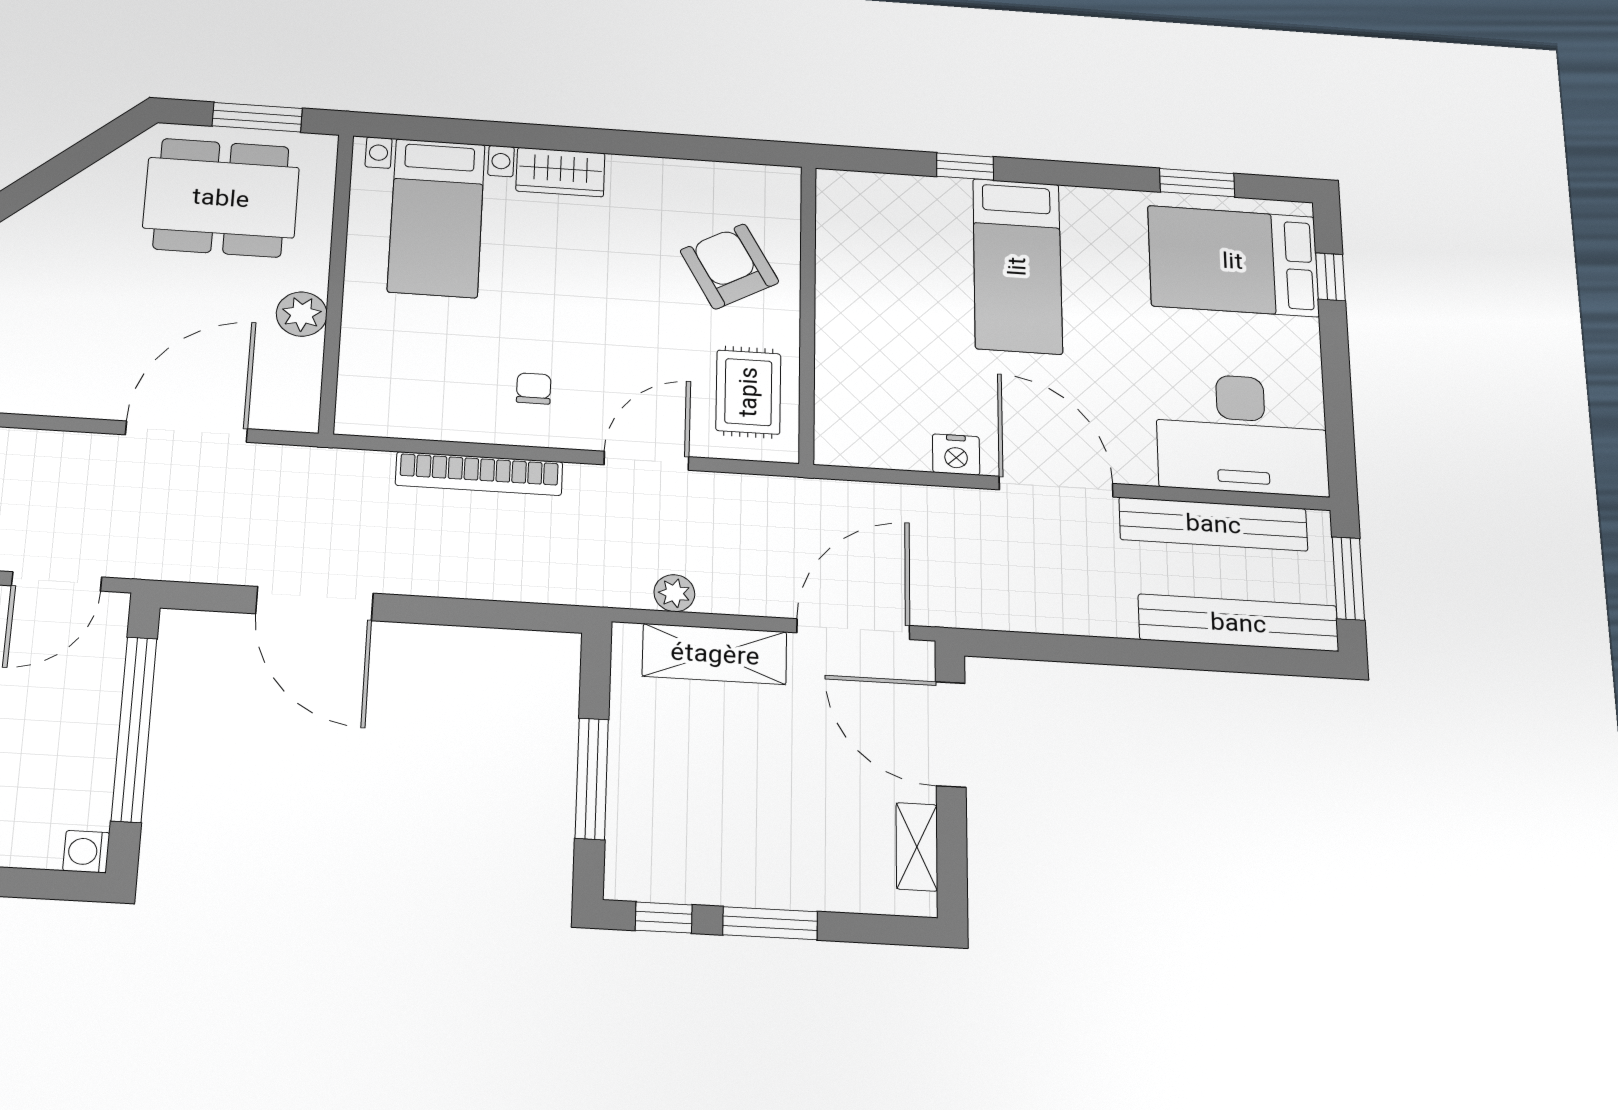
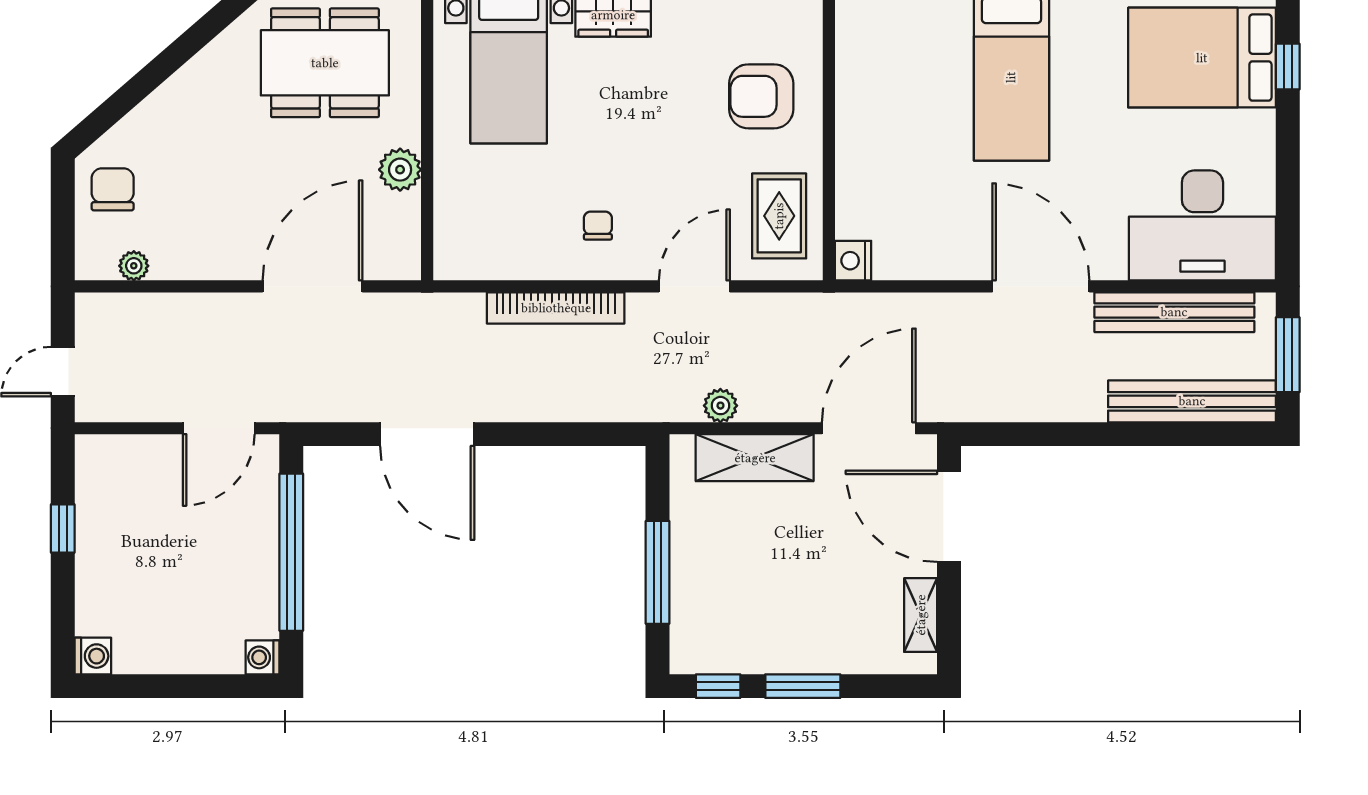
armchair: (729, 266) -> (761, 96), turned -61
nightstand: (956, 455) -> (853, 261), moved, turned 90

